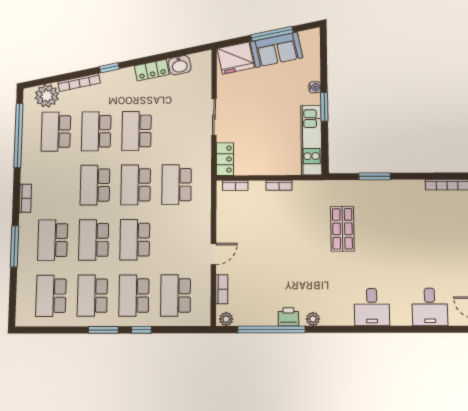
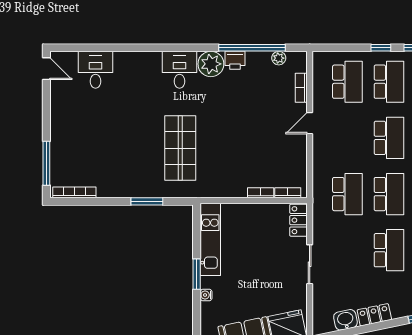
bookcase: (279, 185) -> (261, 193), moved
shop shelf: (342, 229) -> (180, 148), width x1.43, depth x1.36
desk: (372, 307) -> (180, 70), moved
plant: (226, 319) -> (279, 58), moved
plant: (313, 319) -> (211, 64), width x1.88, depth x1.88

